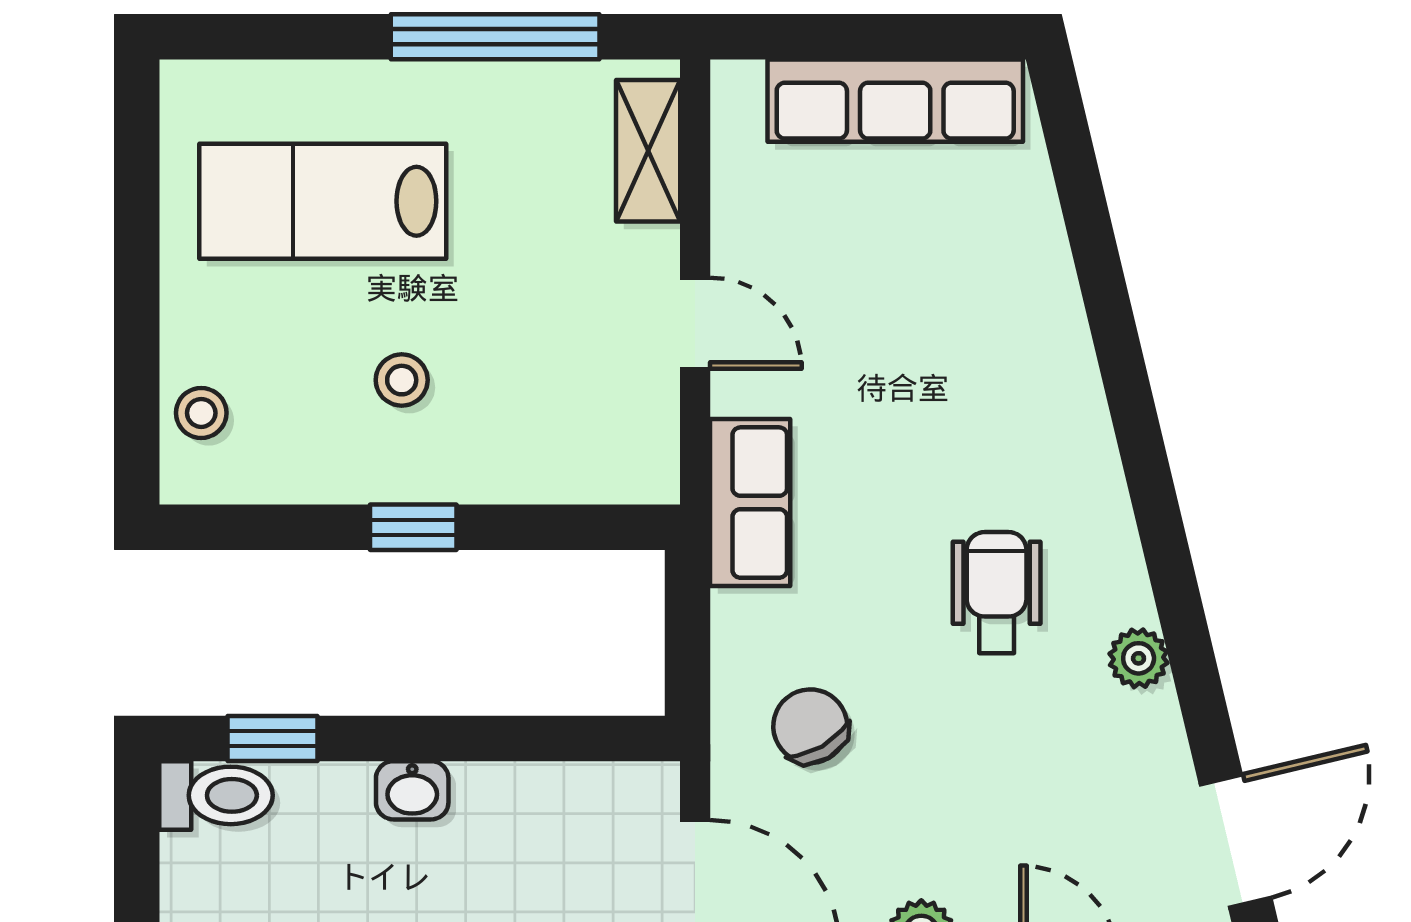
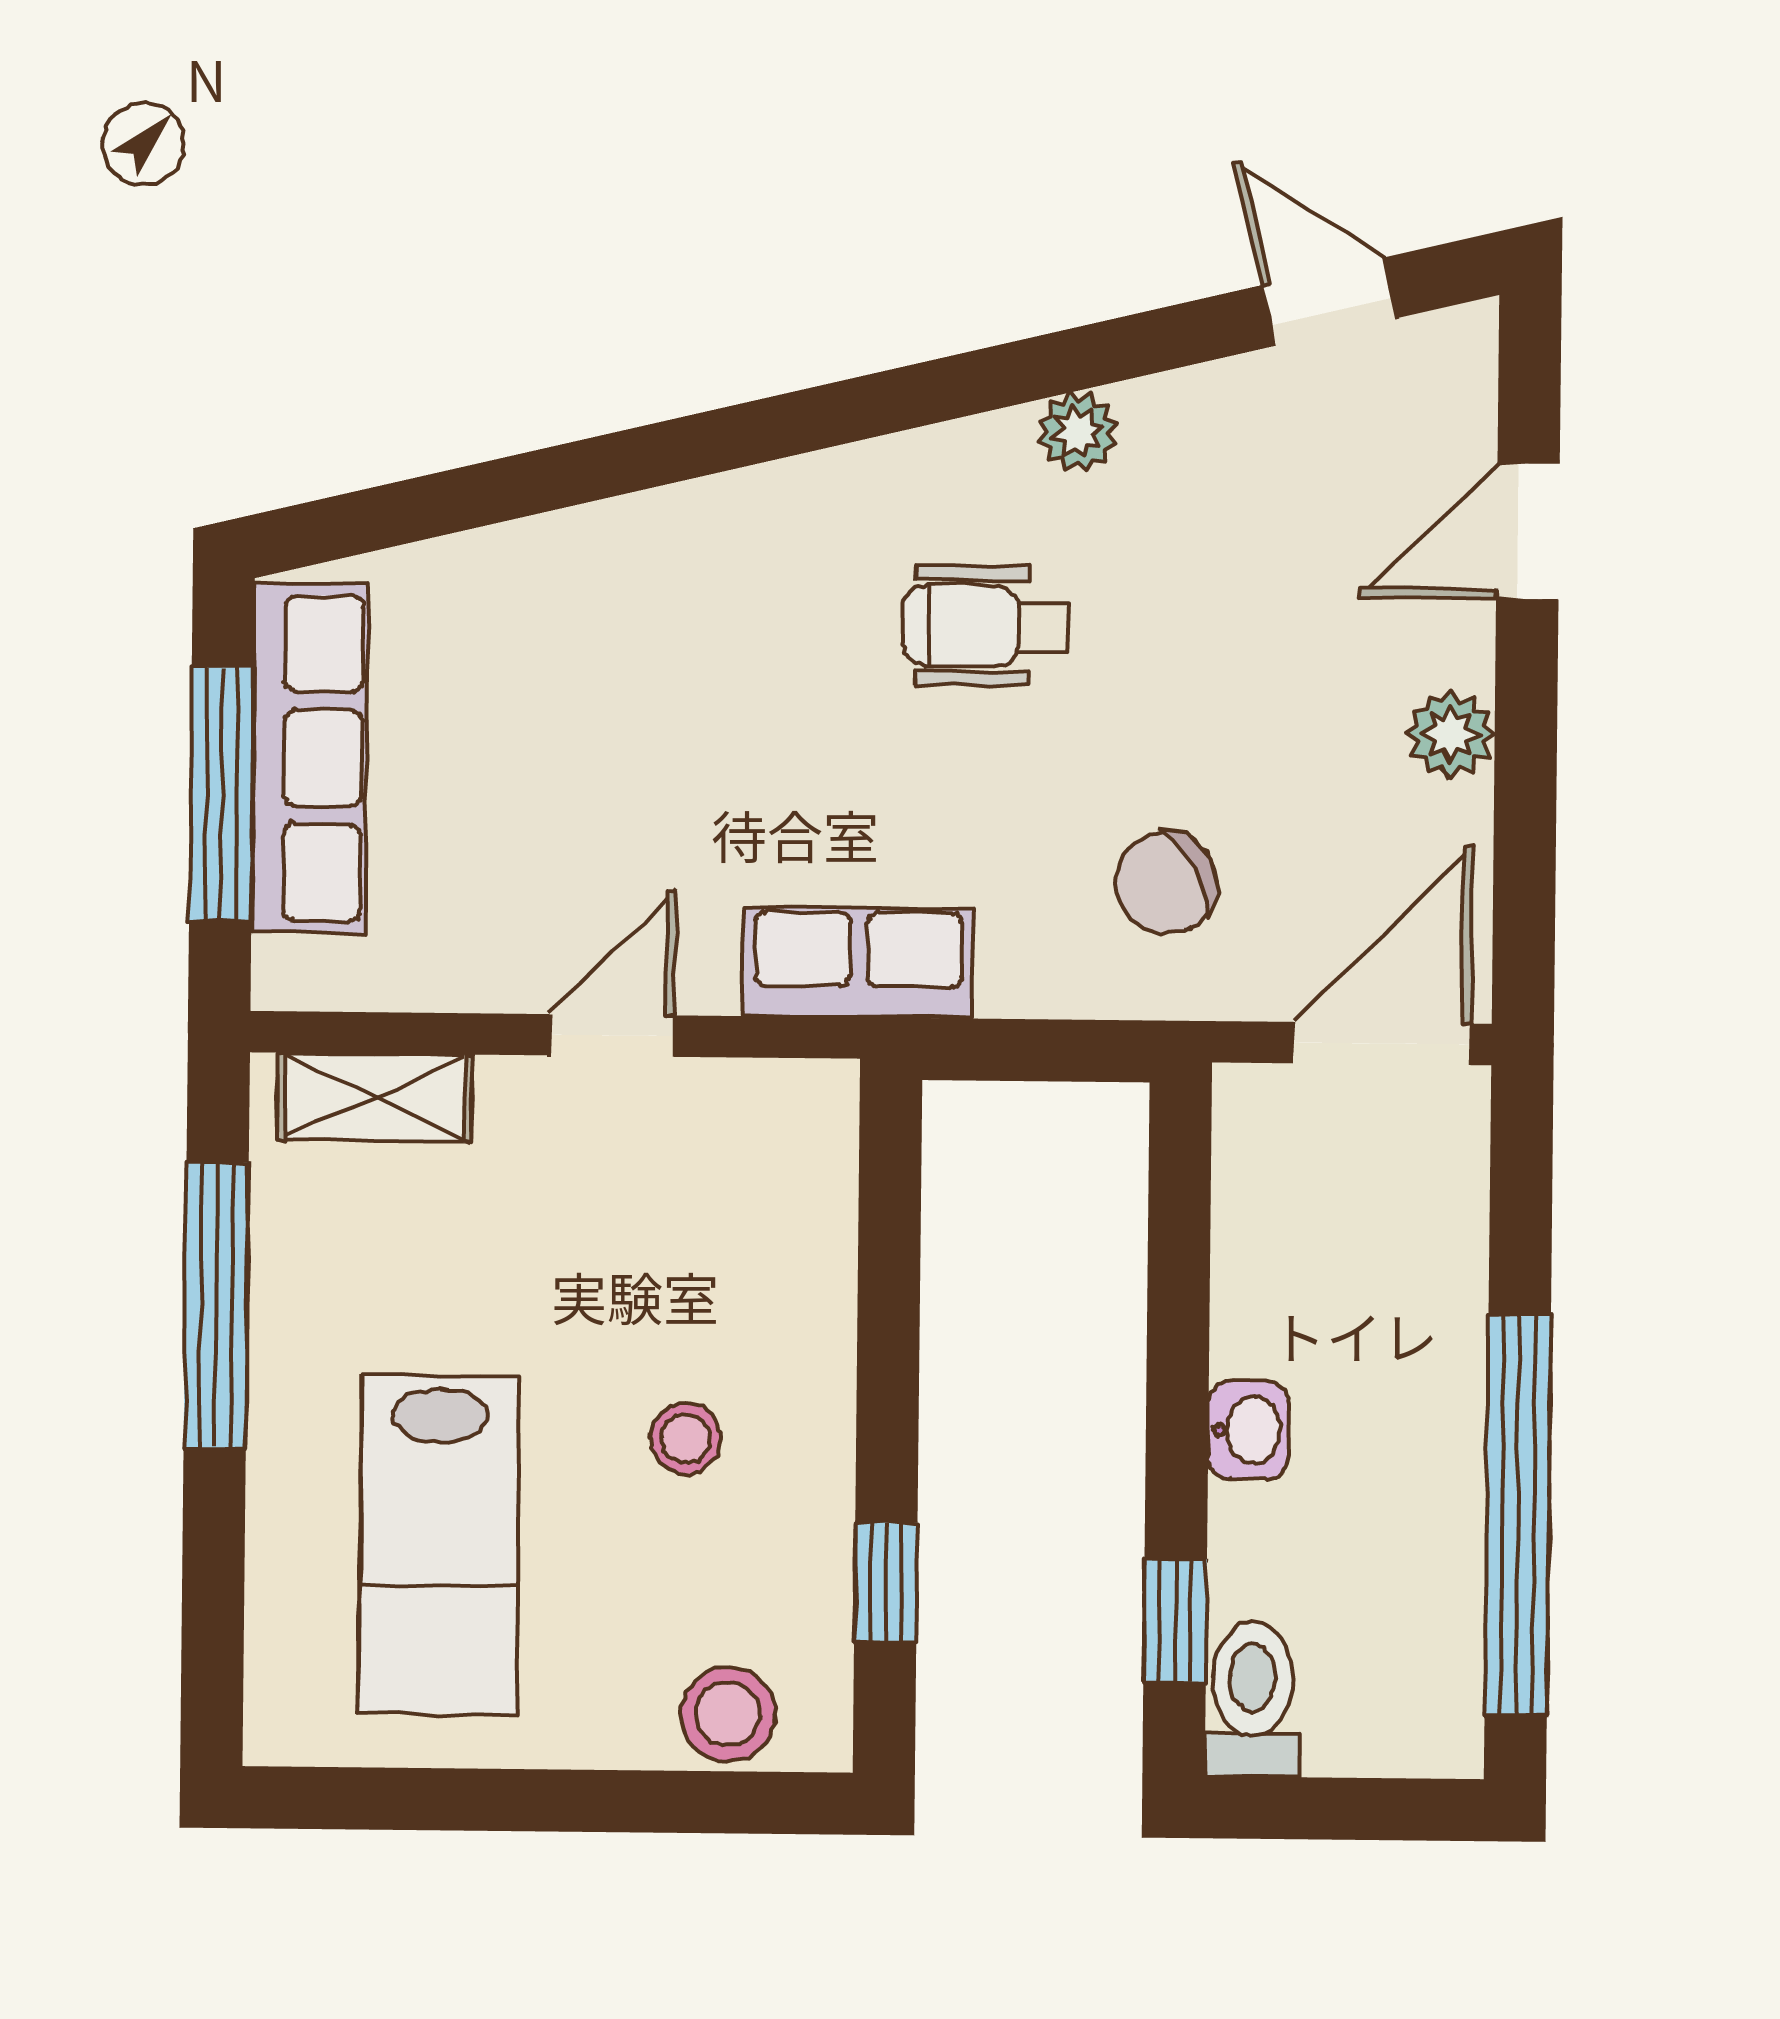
window: (868, 37) -> (222, 794), added
stool: (201, 413) -> (728, 1714), width x1.37, depth x1.37
window: (413, 527) -> (886, 1582), moved
door: (1236, 841) -> (1330, 302), width x0.73

